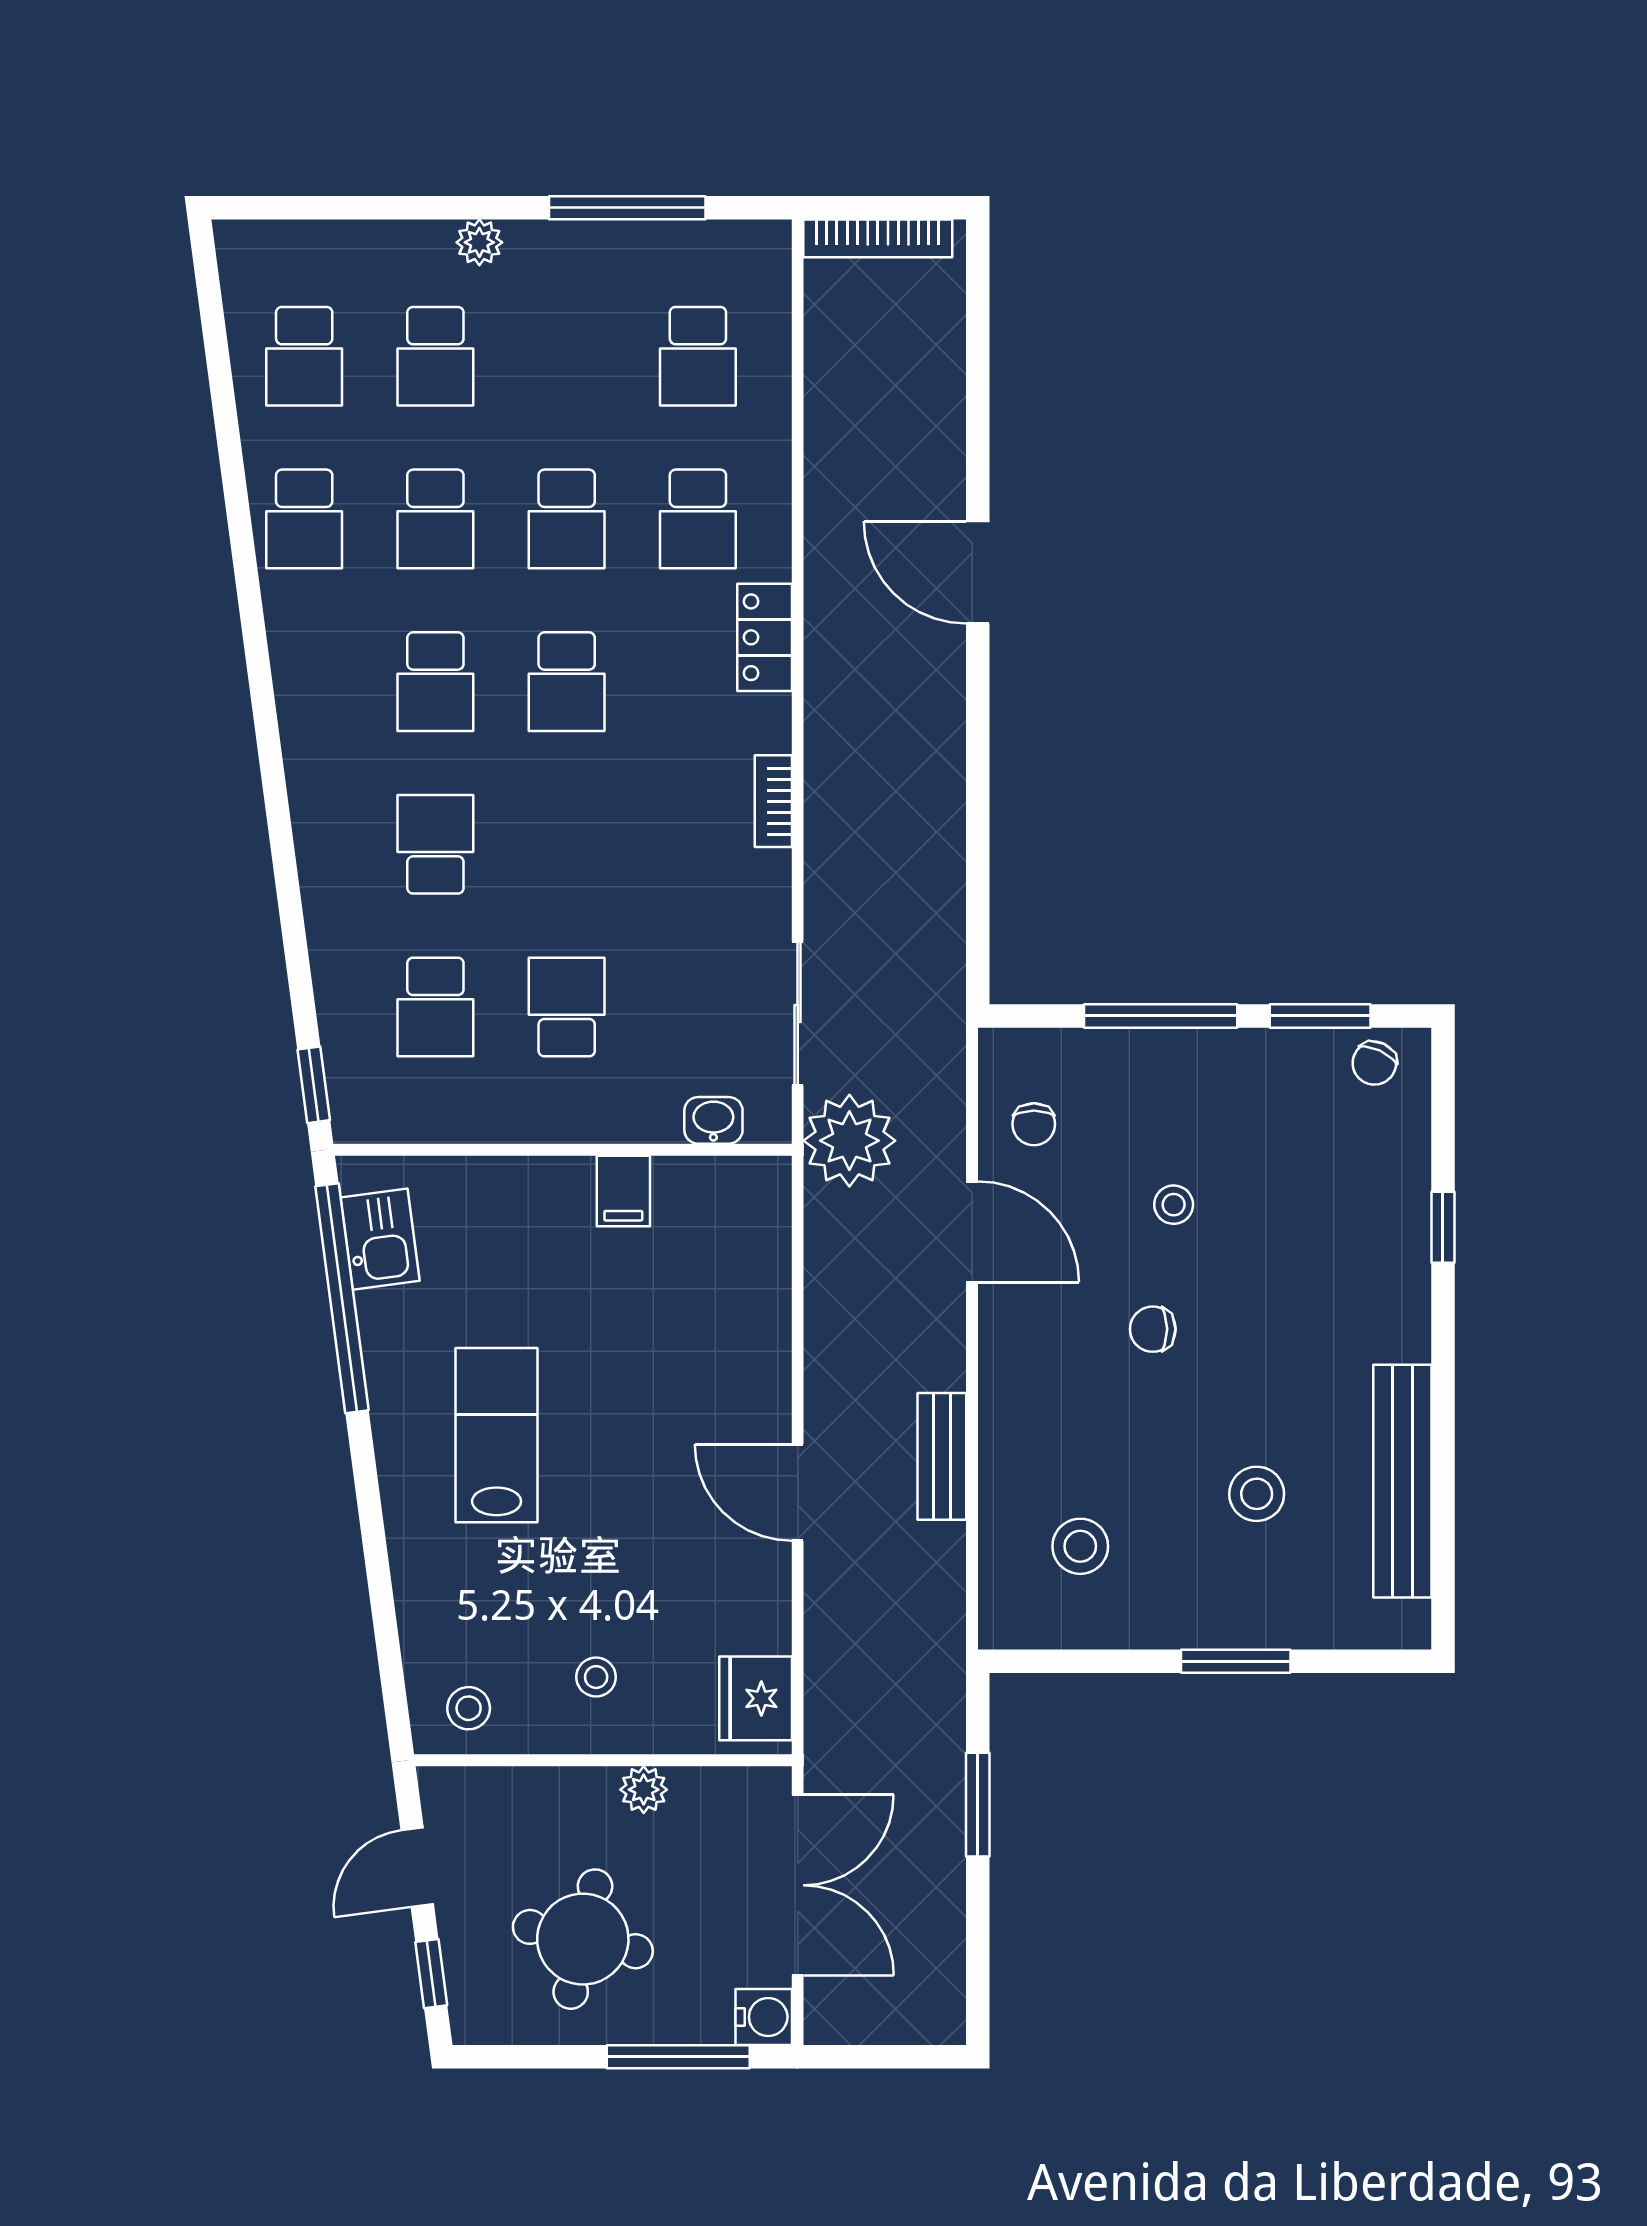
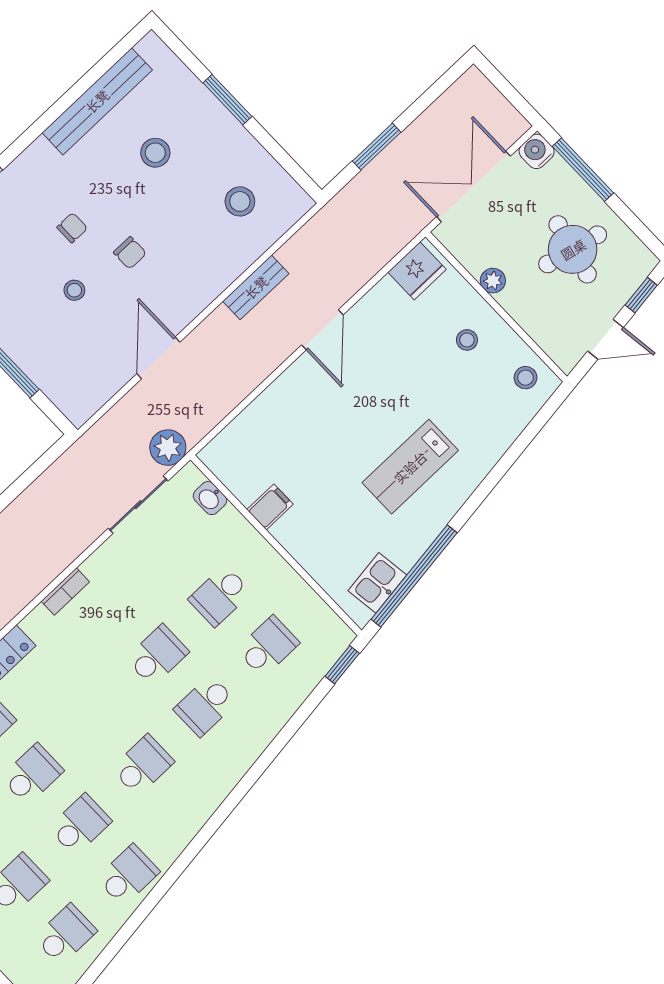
school desk: (567, 682) -> (157, 655), moved
chair: (1034, 1124) -> (72, 228), moved
plant: (849, 1141) -> (168, 448), width x0.73, depth x0.73

